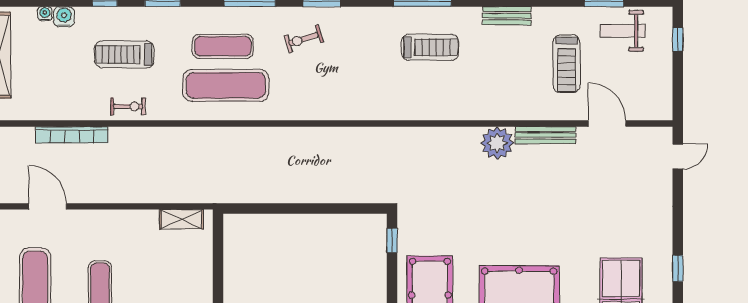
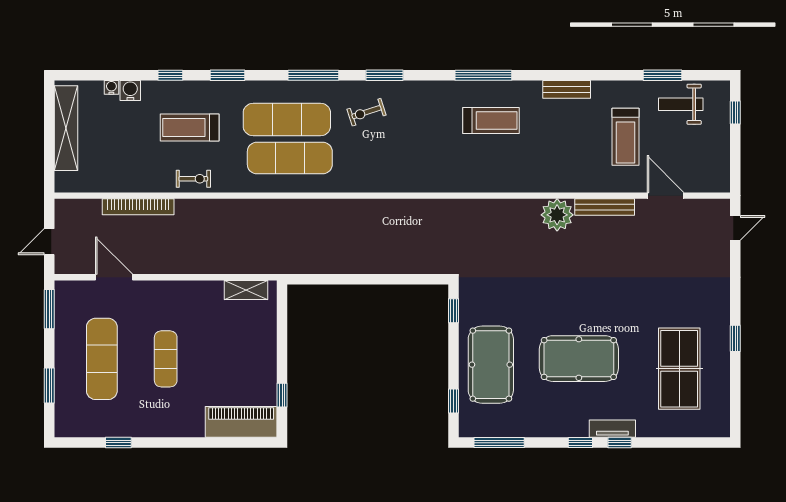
exercise mat: (223, 46) -> (287, 119), width x1.36, depth x1.45

